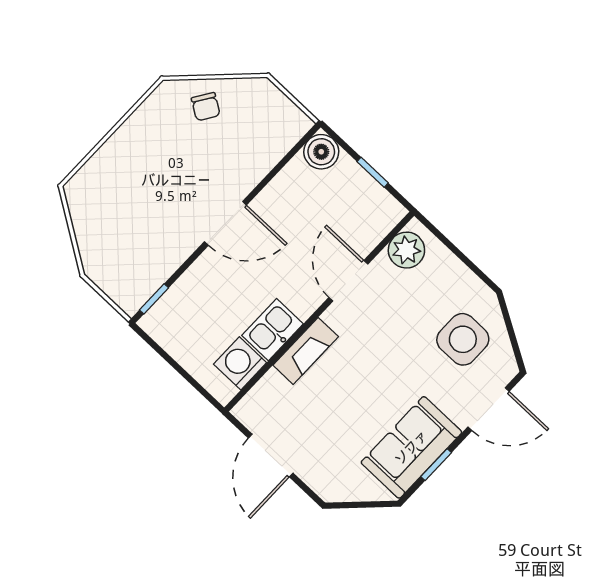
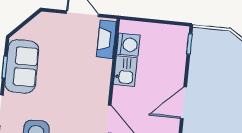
fireplace: (306, 351) -> (106, 39), moved

